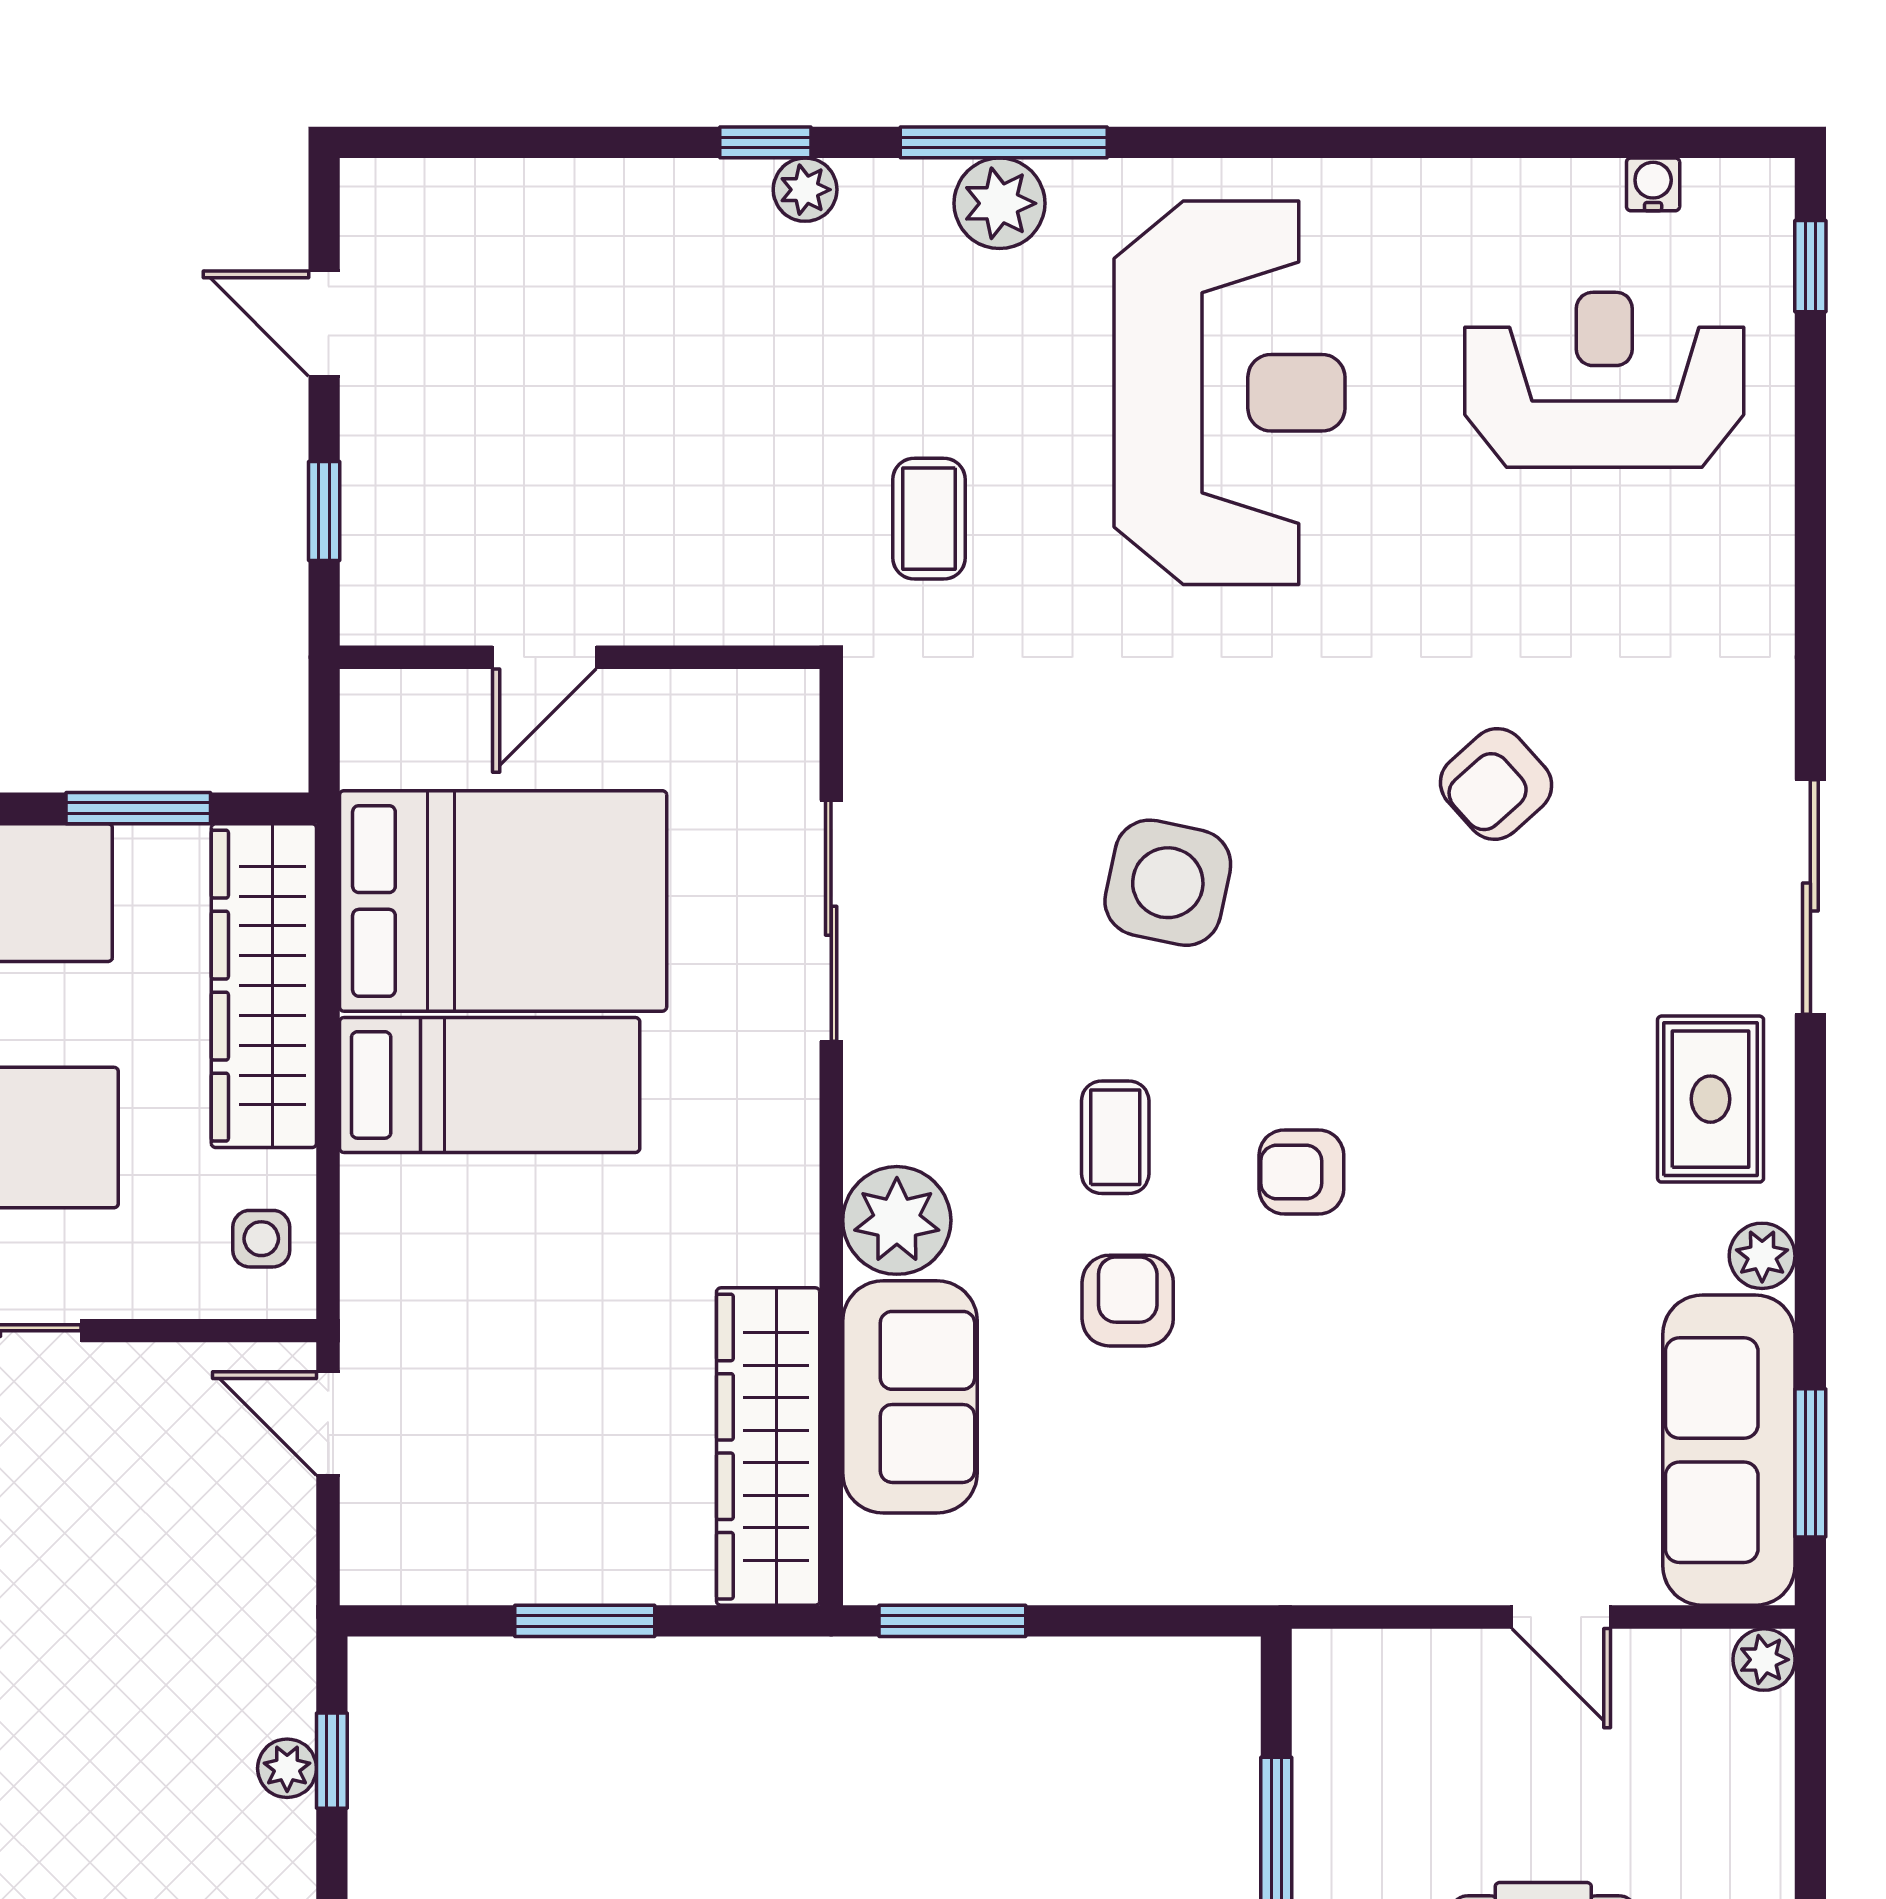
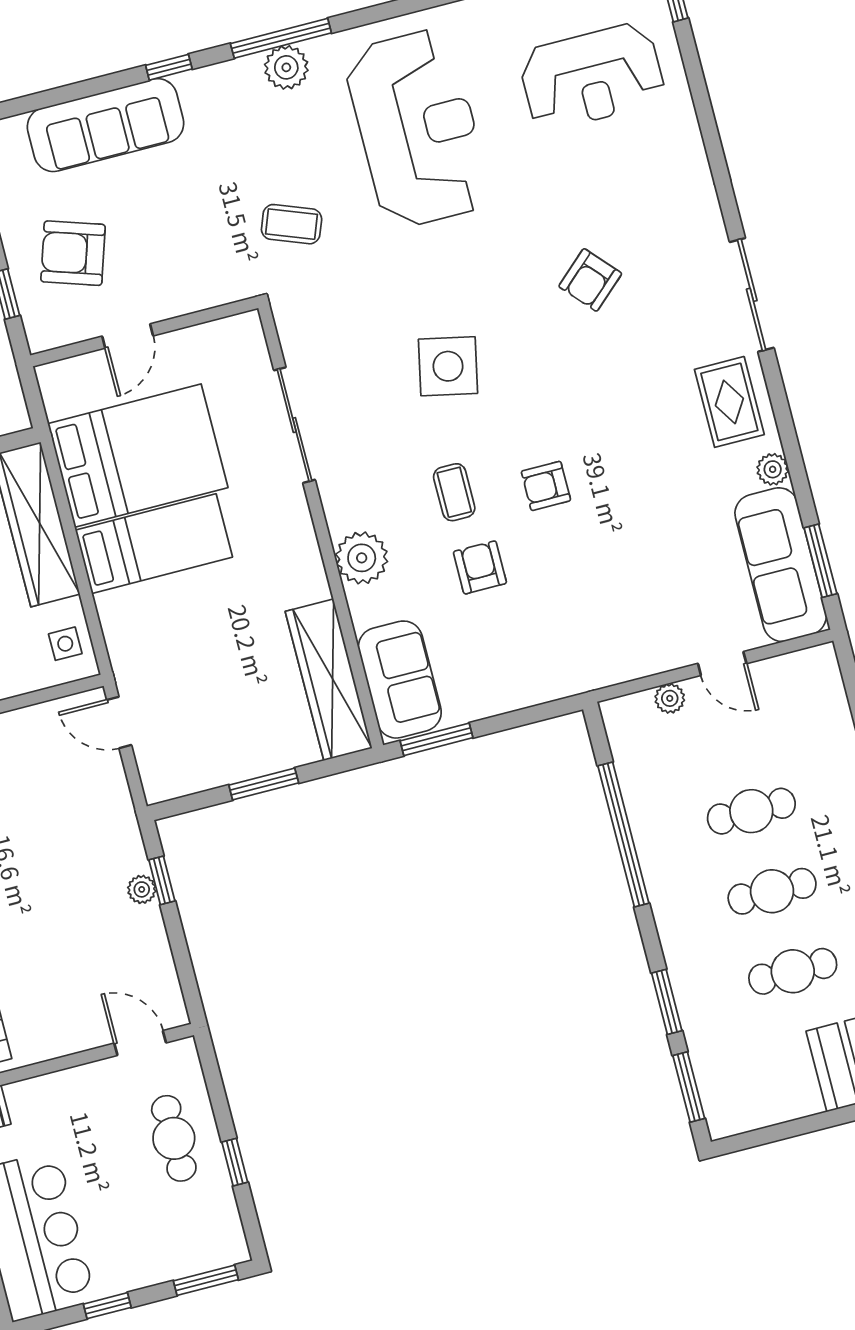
plant: (805, 190) -> (193, 85), removed
sofa: (609, 225) -> (105, 125), added
reception desk: (1604, 380) -> (592, 77), turned 180
armchair: (478, 464) -> (73, 253), added
coffee table: (929, 519) -> (292, 224), turned -69
sofa: (910, 1397) -> (400, 680), moved
plant: (1764, 1660) -> (670, 698), moved

